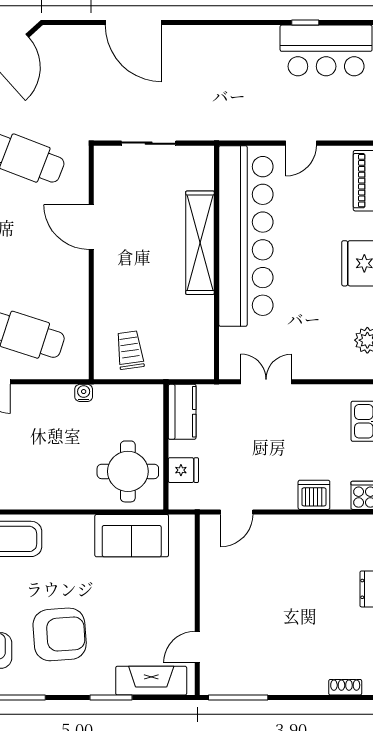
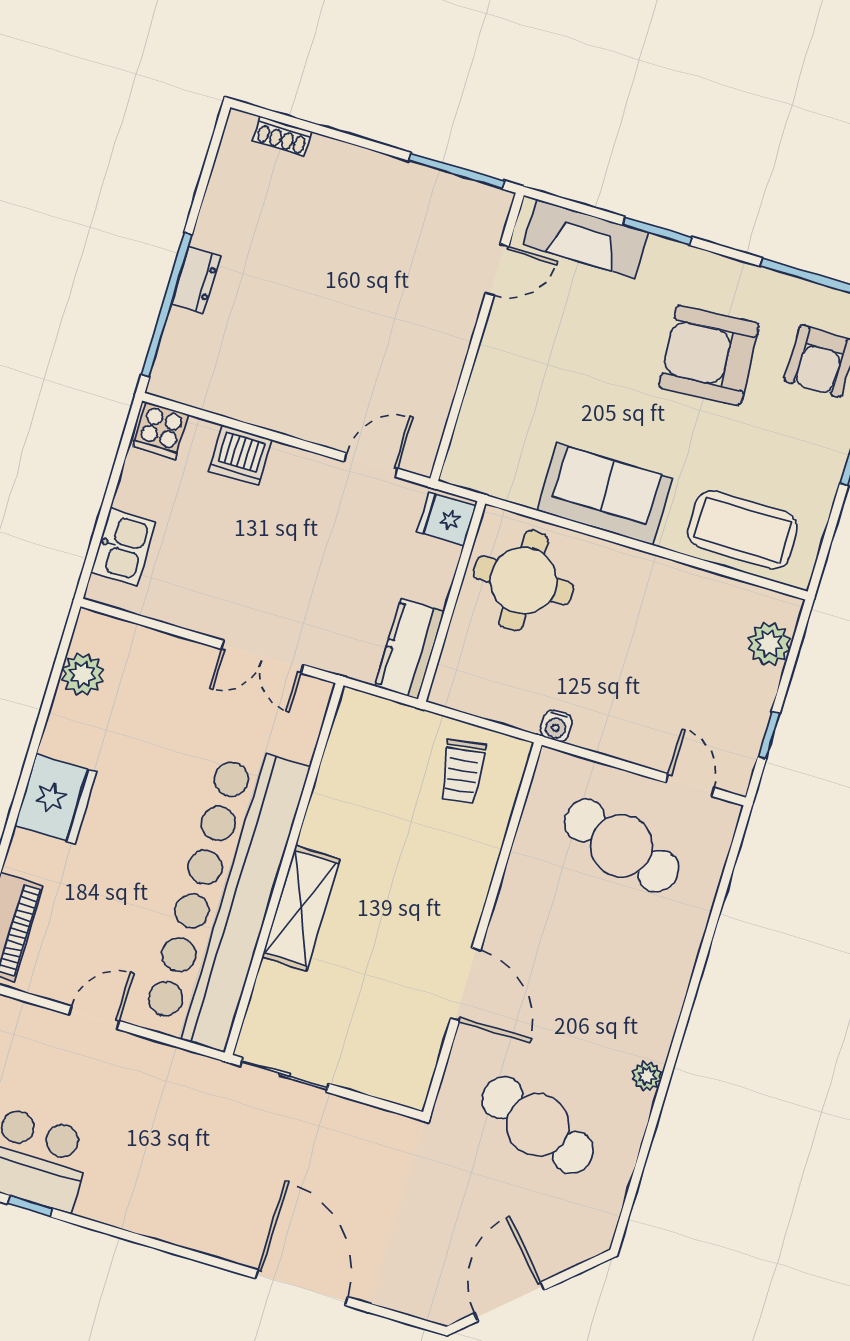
sliding door: (149, 143) -> (284, 1075), moved
shelving: (200, 243) -> (301, 908), width x0.68
fridge: (183, 470) -> (446, 519), moved
sofa: (132, 536) -> (605, 494), moved

